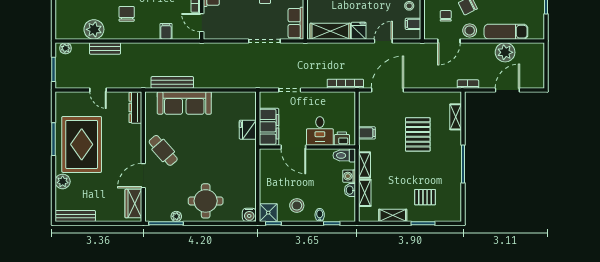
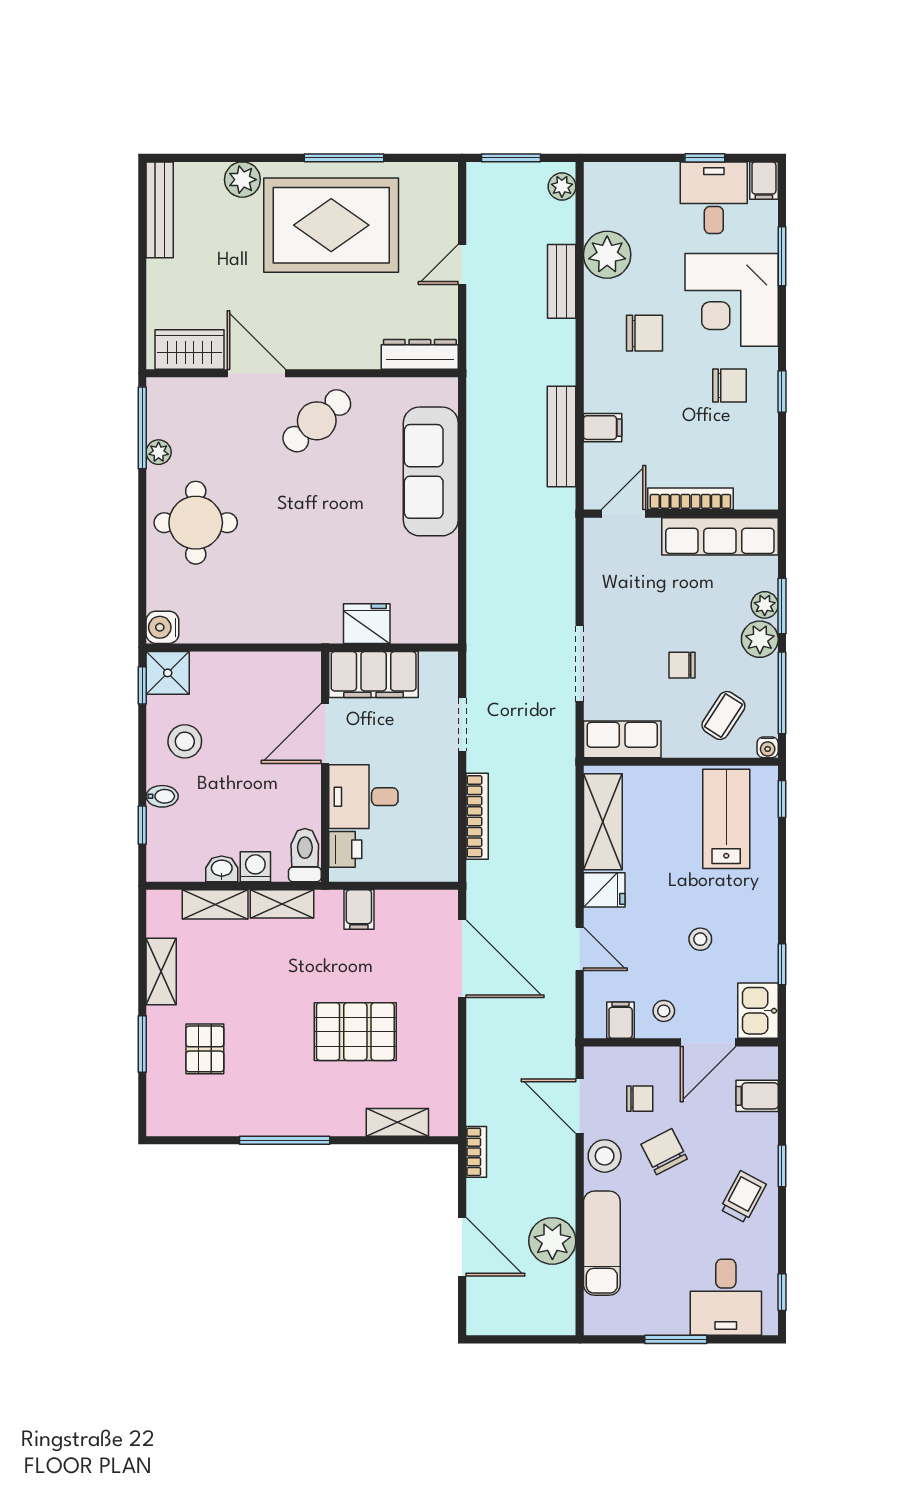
bench: (172, 82) -> (562, 437), moved
bookcase: (345, 84) -> (477, 816), moved

